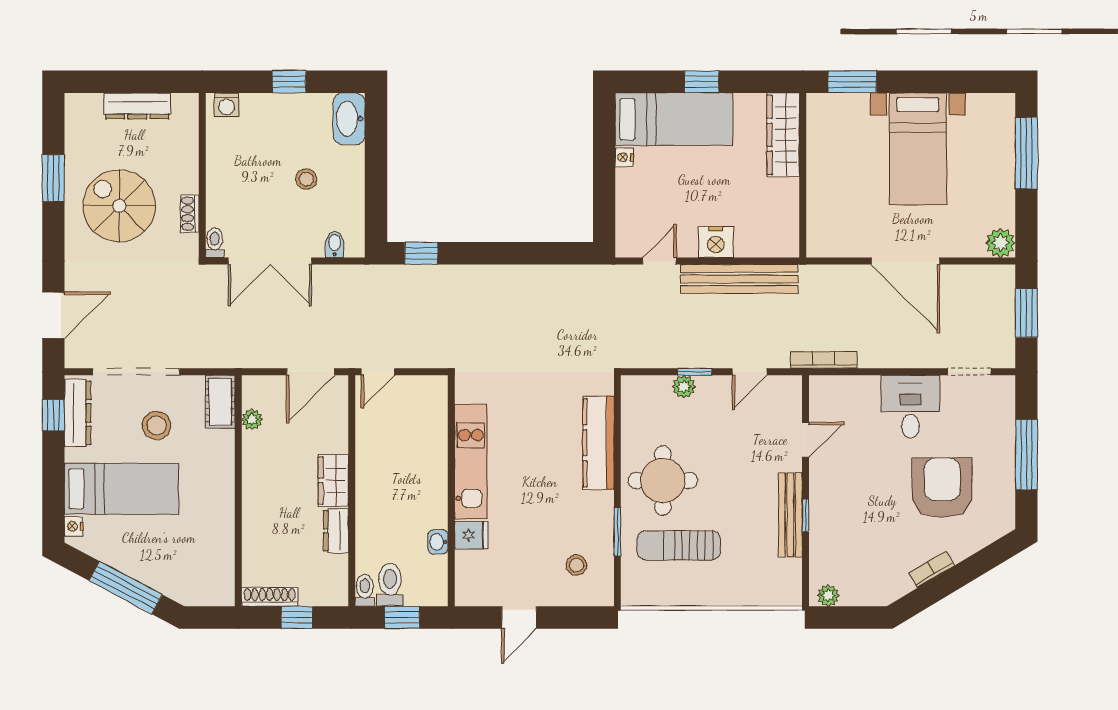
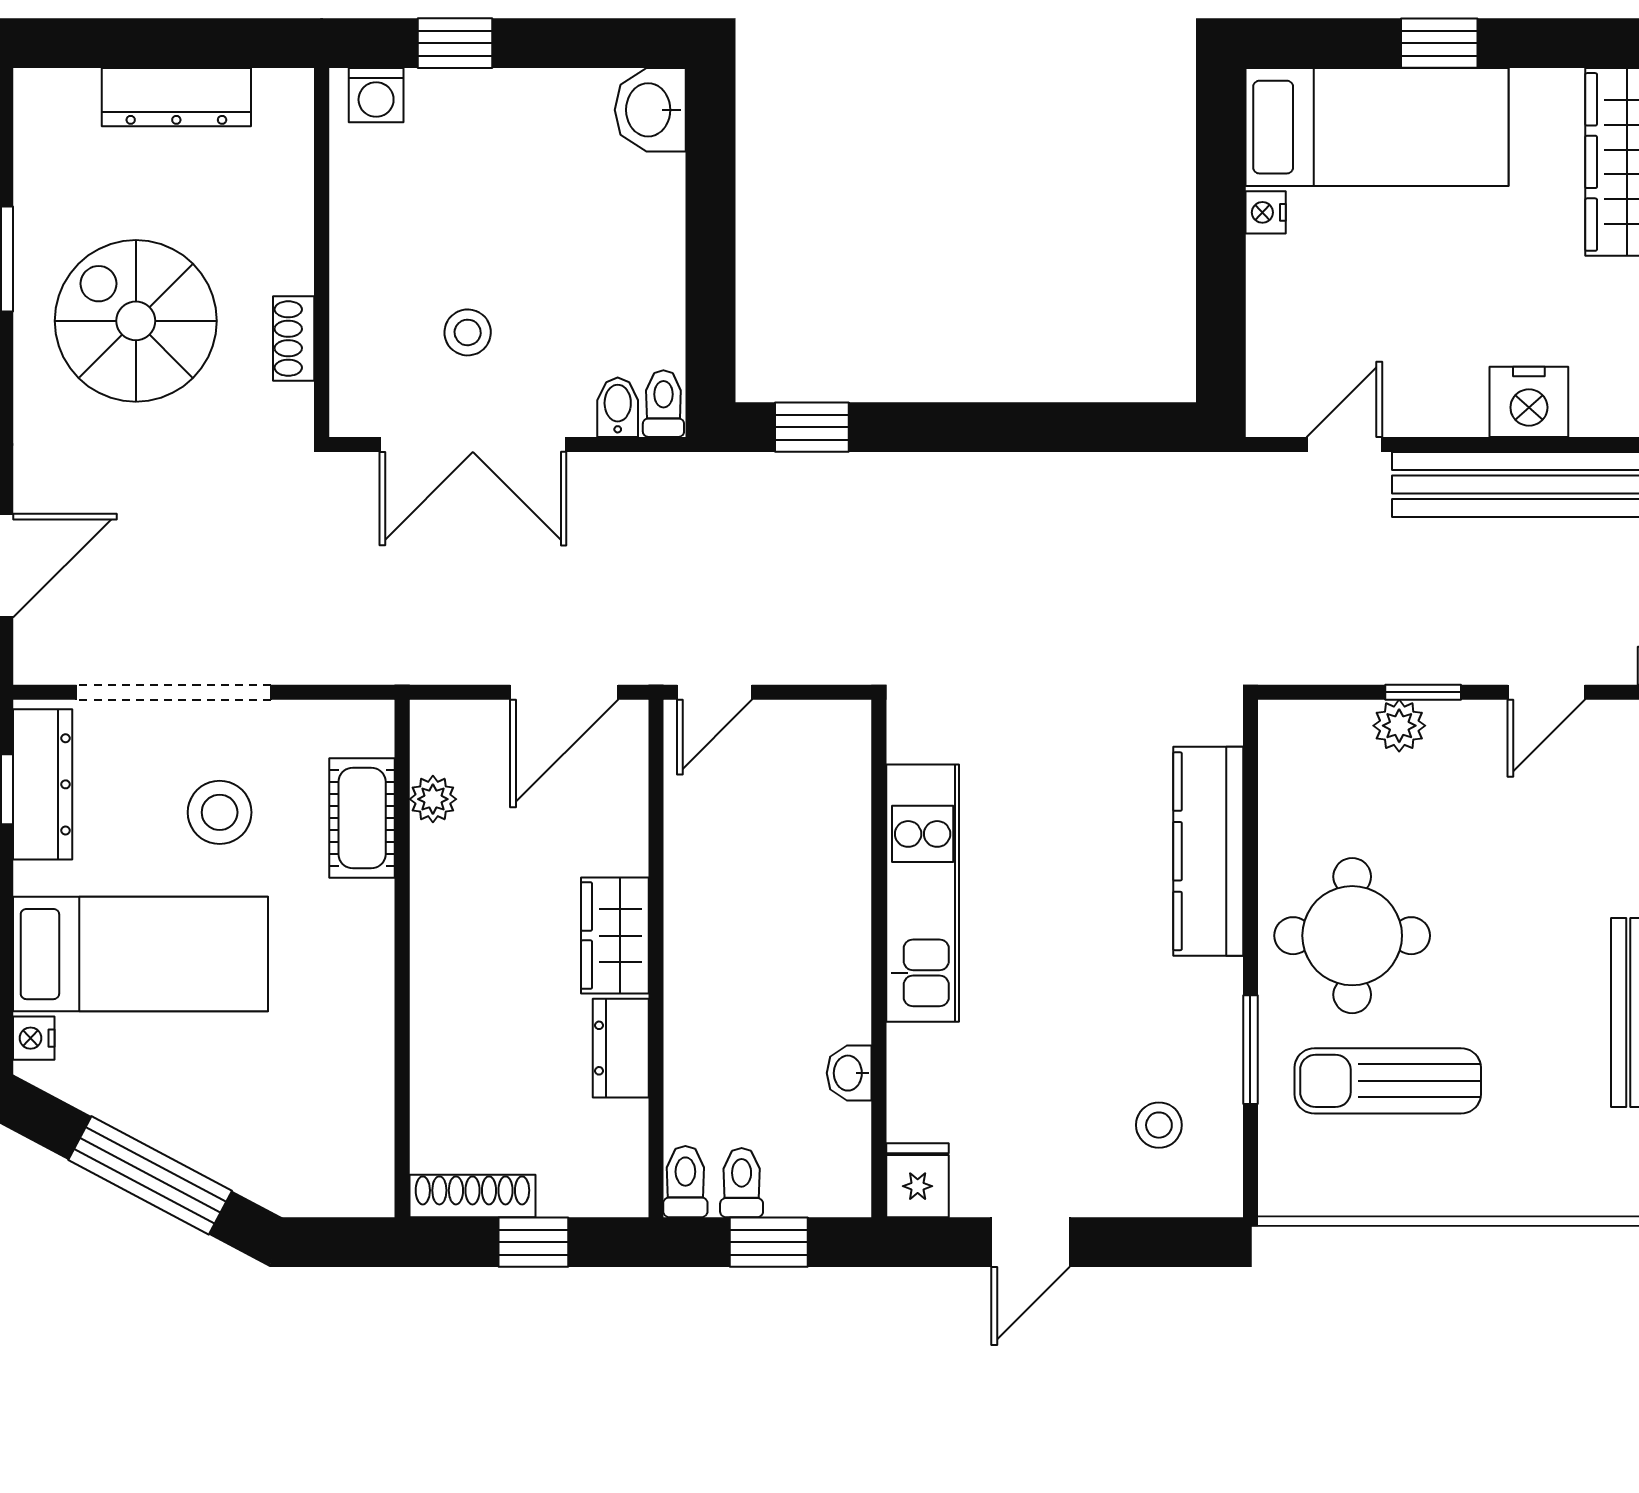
window: (289, 82) -> (455, 43), moved
washbasin: (349, 119) -> (650, 110), width x0.72
stool: (306, 179) -> (468, 332), moved
nightstand: (716, 242) -> (1529, 402), moved
toilet: (215, 243) -> (663, 404), moved
cot: (220, 402) -> (362, 818), moved
fridge: (471, 535) -> (918, 1180), moved, turned -90
toilet: (390, 585) -> (742, 1183), width x0.73, depth x0.72

